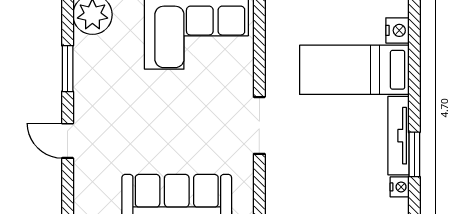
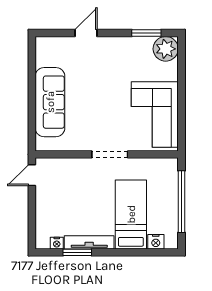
window: (68, 69) -> (146, 33), moved
doorway: (259, 125) -> (110, 154), moved

